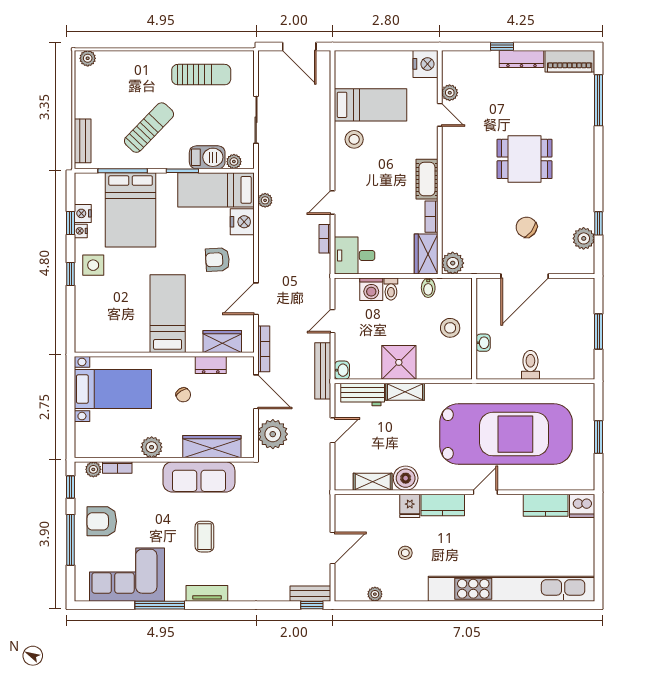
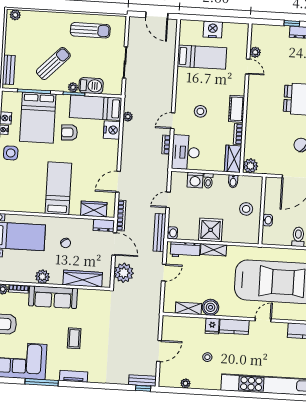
nightstand: (426, 64) -> (213, 29), moved, turned -90
stool: (354, 139) -> (200, 111), moved
plant: (234, 162) -> (73, 87), moved
desk: (355, 256) -> (186, 152), width x1.37
armchair: (218, 260) -> (69, 132), moved
dresser: (211, 365) -> (104, 225), moved
sofa: (199, 477) -> (53, 297), moved

